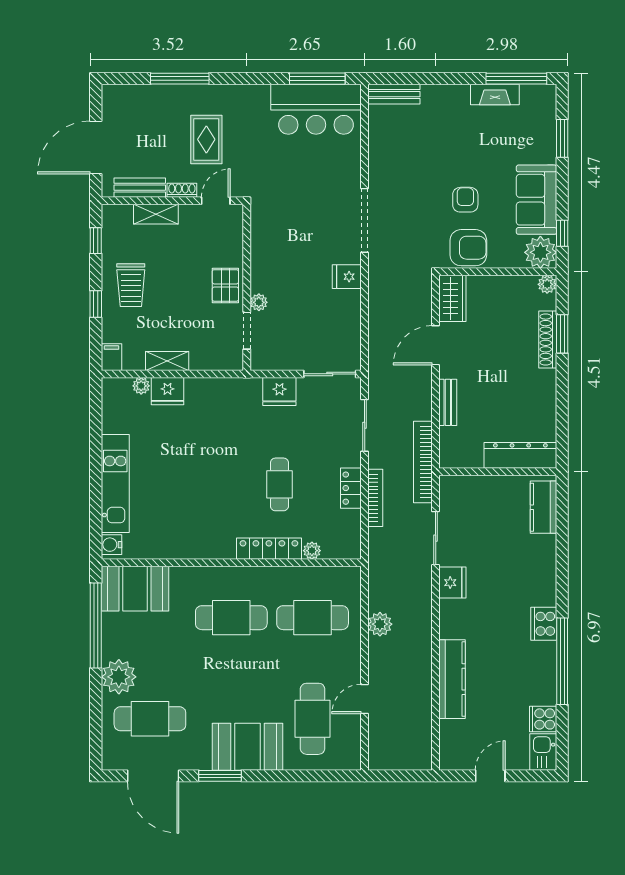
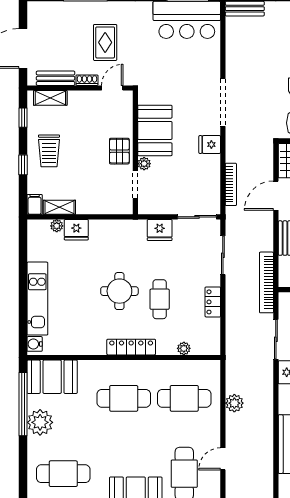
shelving: (156, 214) -> (50, 98), moved
booth: (273, 258) -> (155, 130), added
shelving: (167, 361) -> (59, 207), moved
round table: (225, 474) -> (119, 291), added
bookcase: (375, 498) -> (231, 184), moved
locker: (269, 549) -> (131, 347), moved
plant: (119, 677) -> (40, 422), moved

